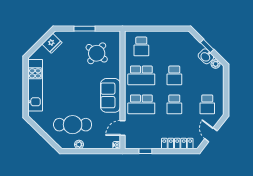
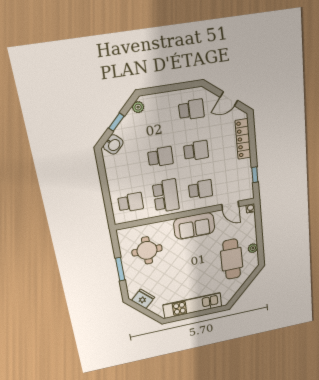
round table: (97, 53) -> (147, 250), turned -38
washbasin: (206, 56) -> (113, 144), moved
school desk: (141, 104) -> (201, 189), width x0.54

